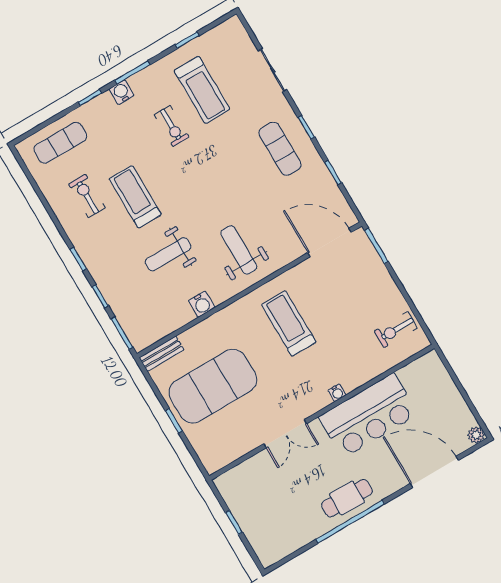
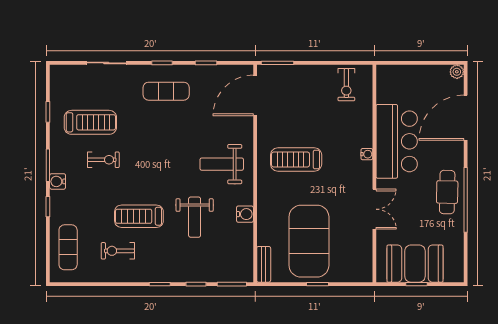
booth: (254, 508) -> (415, 264), added

